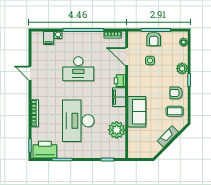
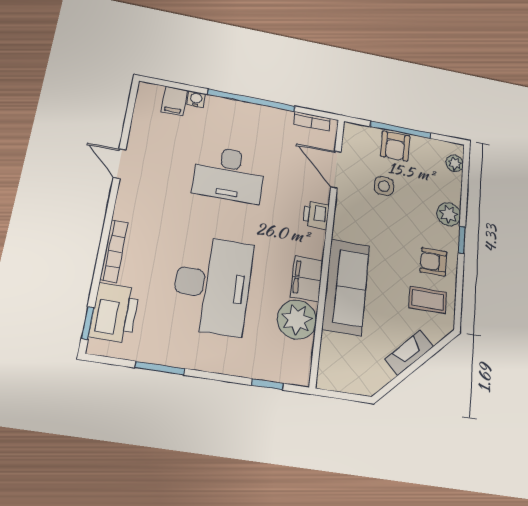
filing cabinet: (119, 97) -> (307, 279), moved
sofa: (137, 112) -> (346, 287), width x1.36
desk: (78, 121) -> (212, 285), turned 180
printer: (45, 150) -> (114, 313), moved, turned 90

